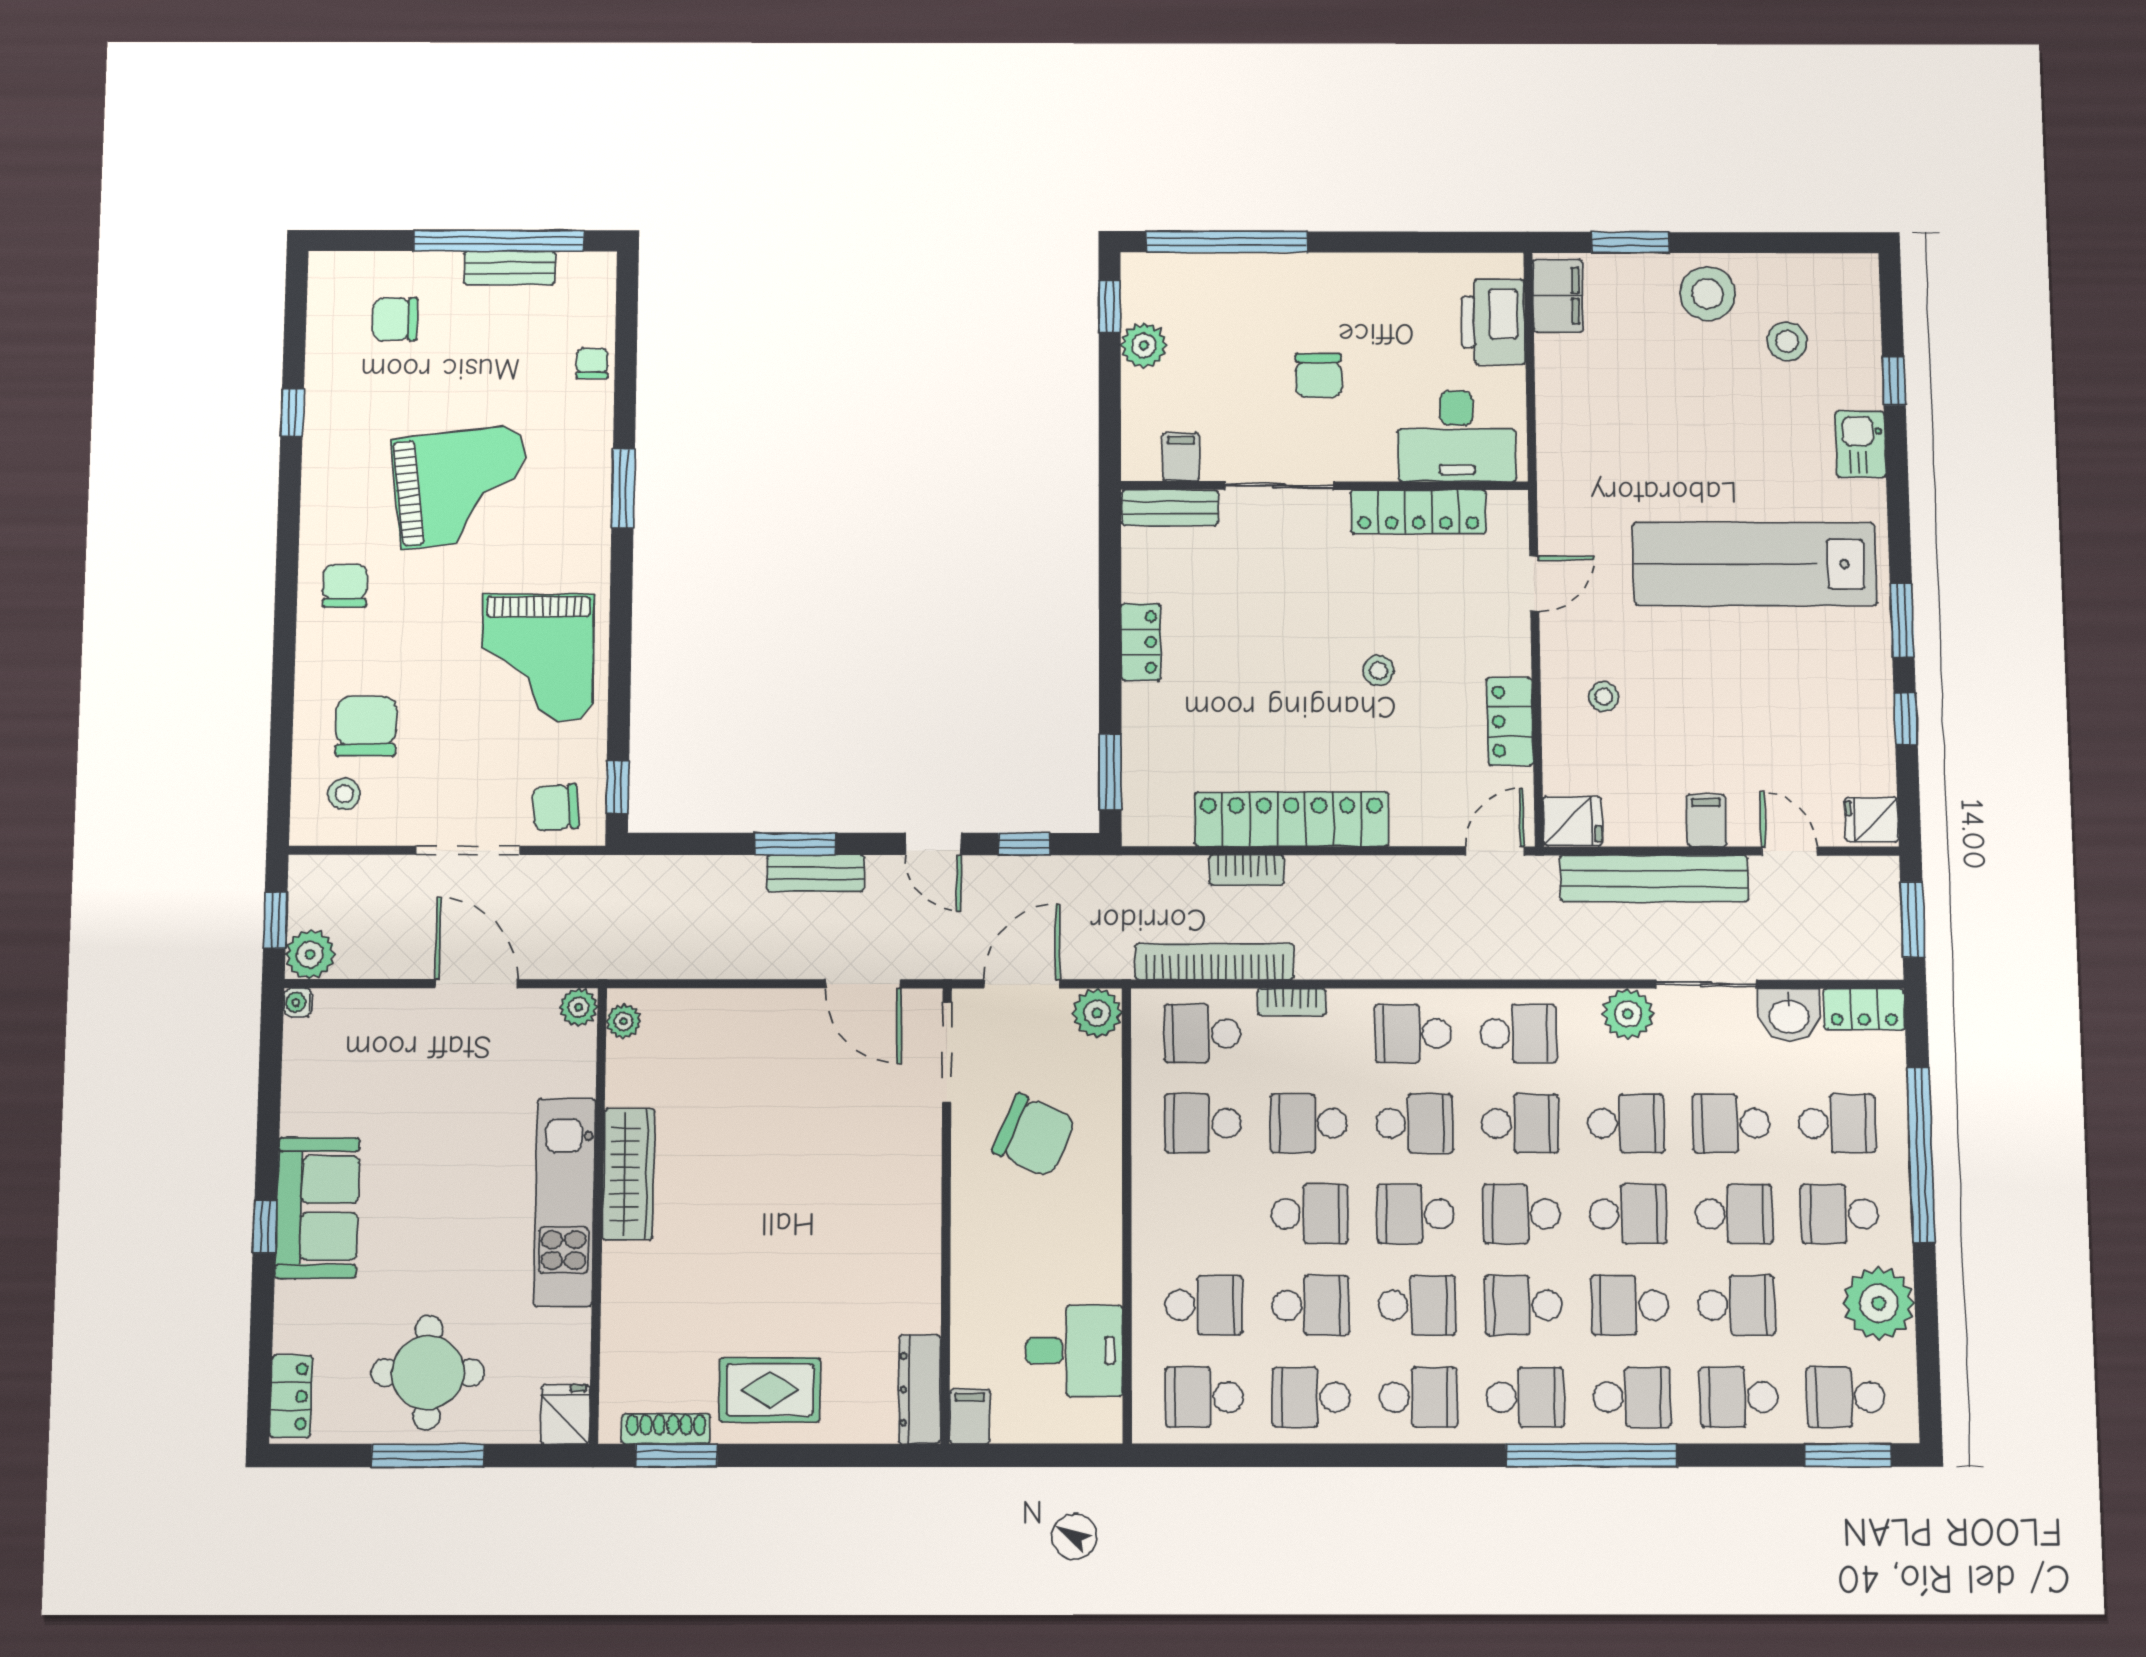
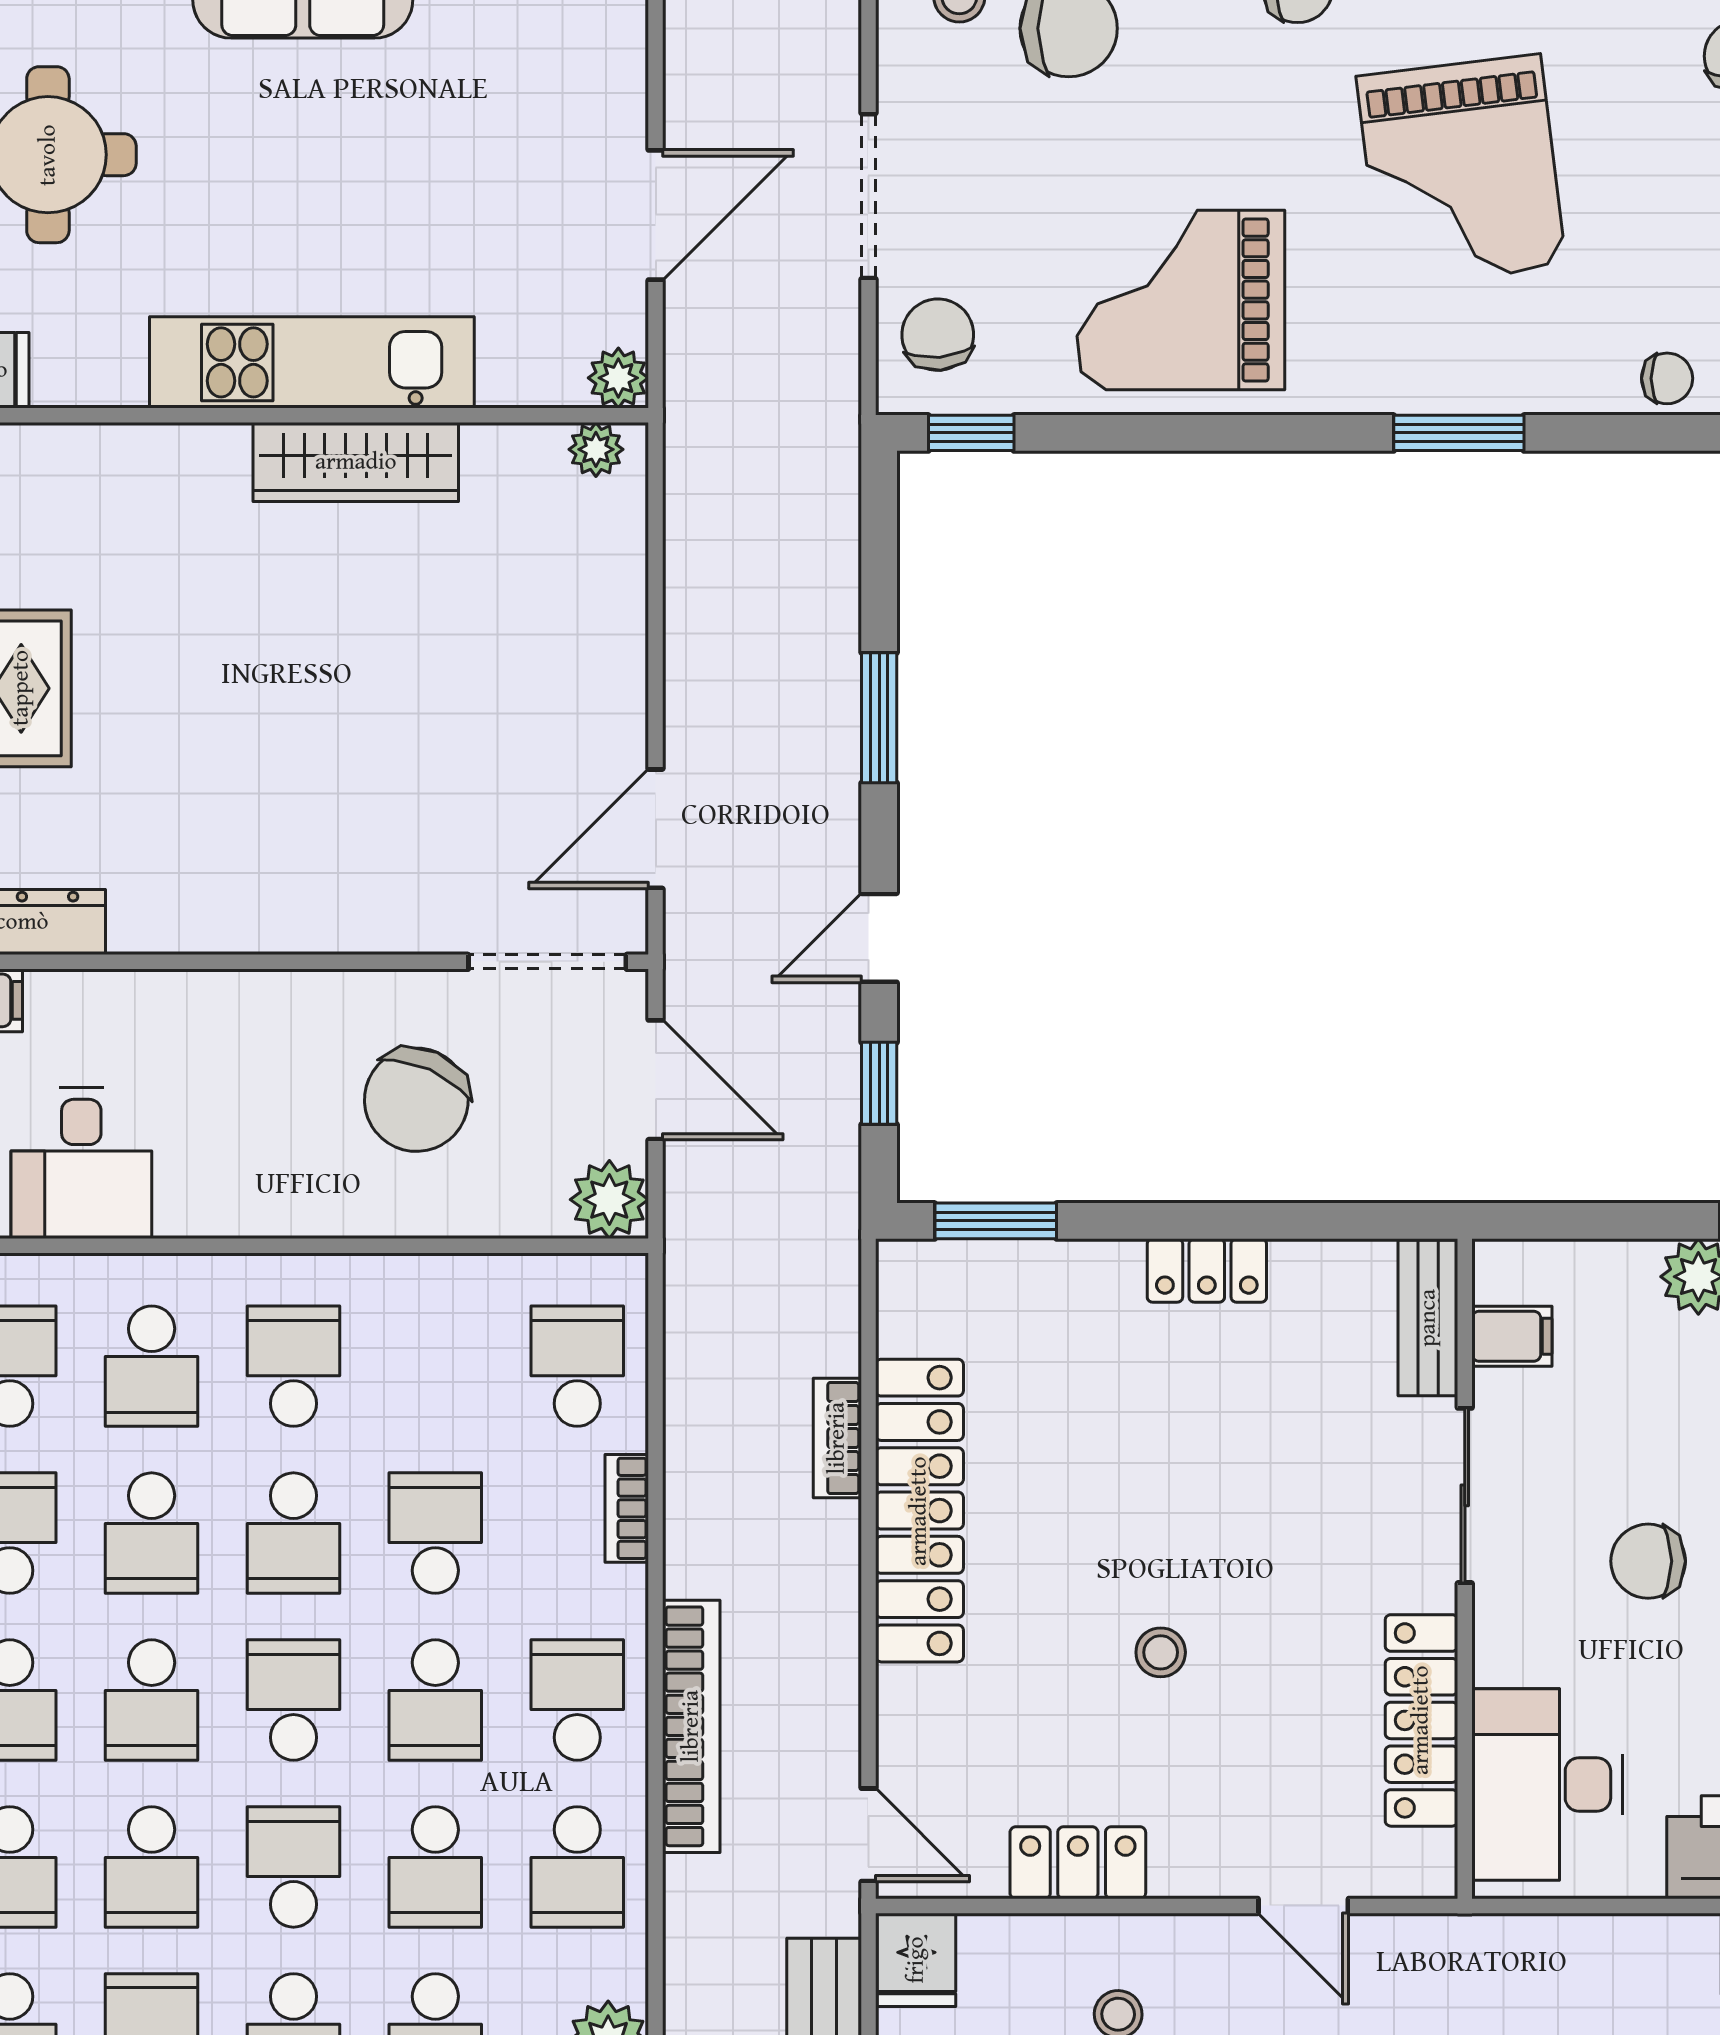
bench: (815, 873) -> (832, 751), removed
bookcase: (1214, 961) -> (691, 1726), moved
school desk: (1203, 1123) -> (293, 1366), moved
school desk: (1523, 1305) -> (152, 1867), turned 180

